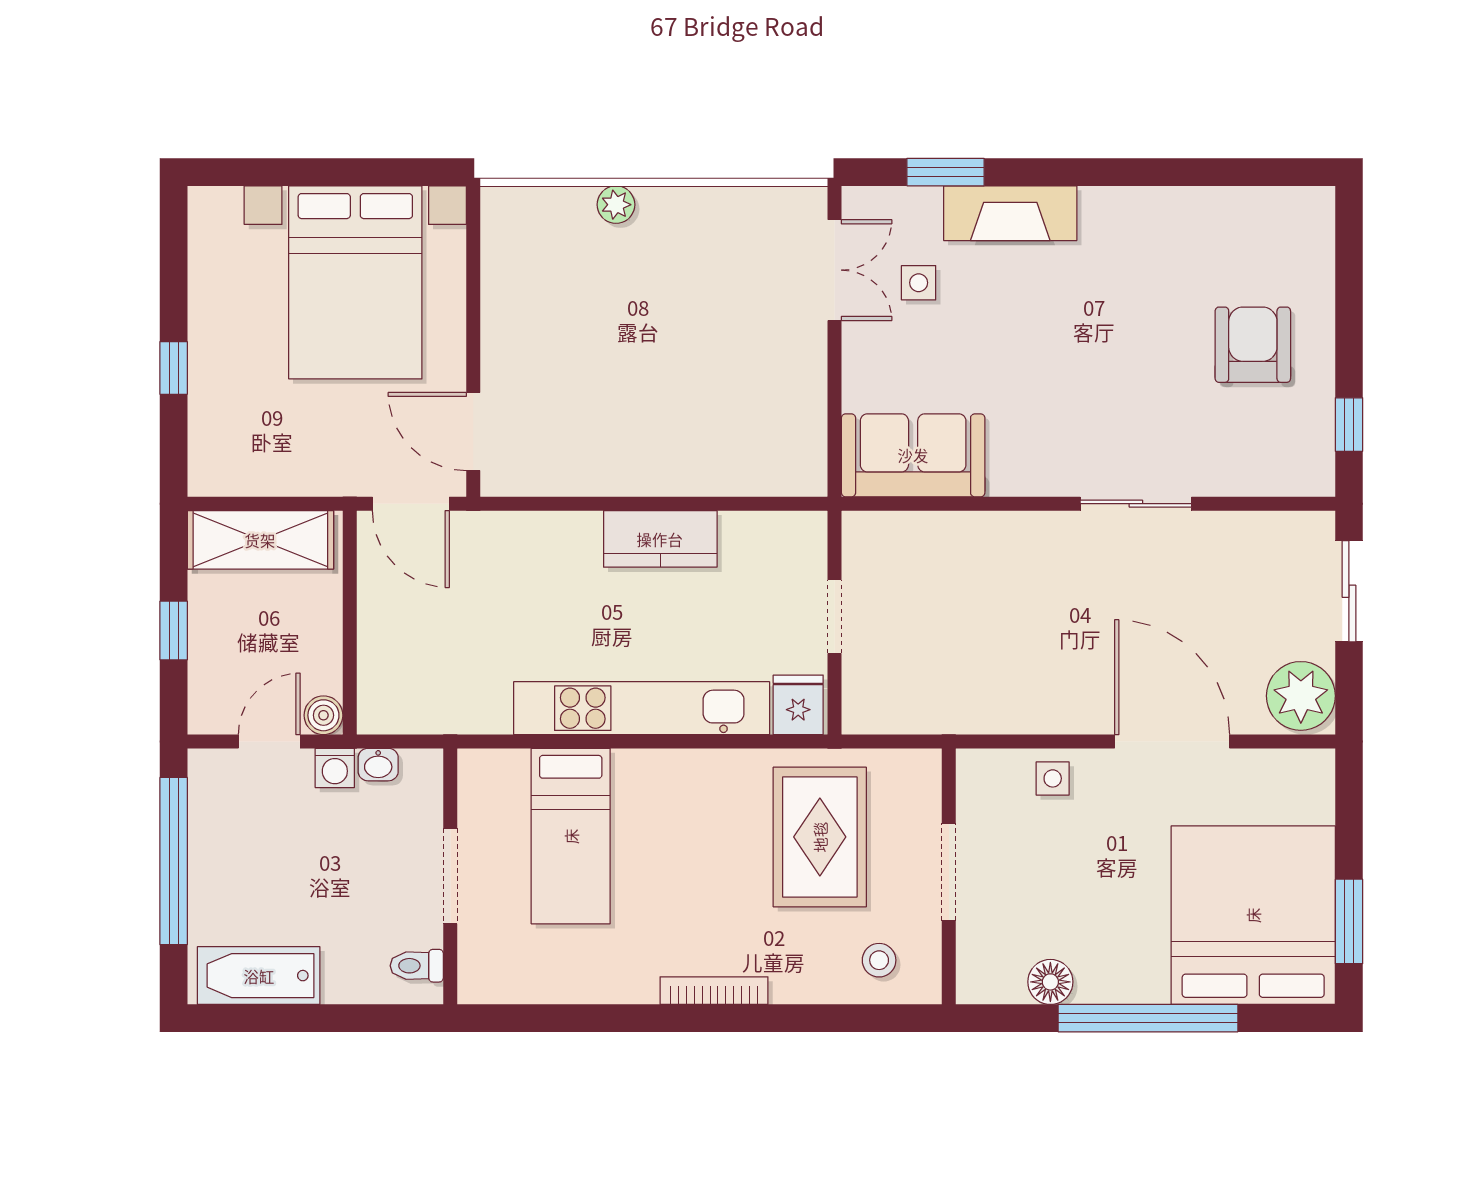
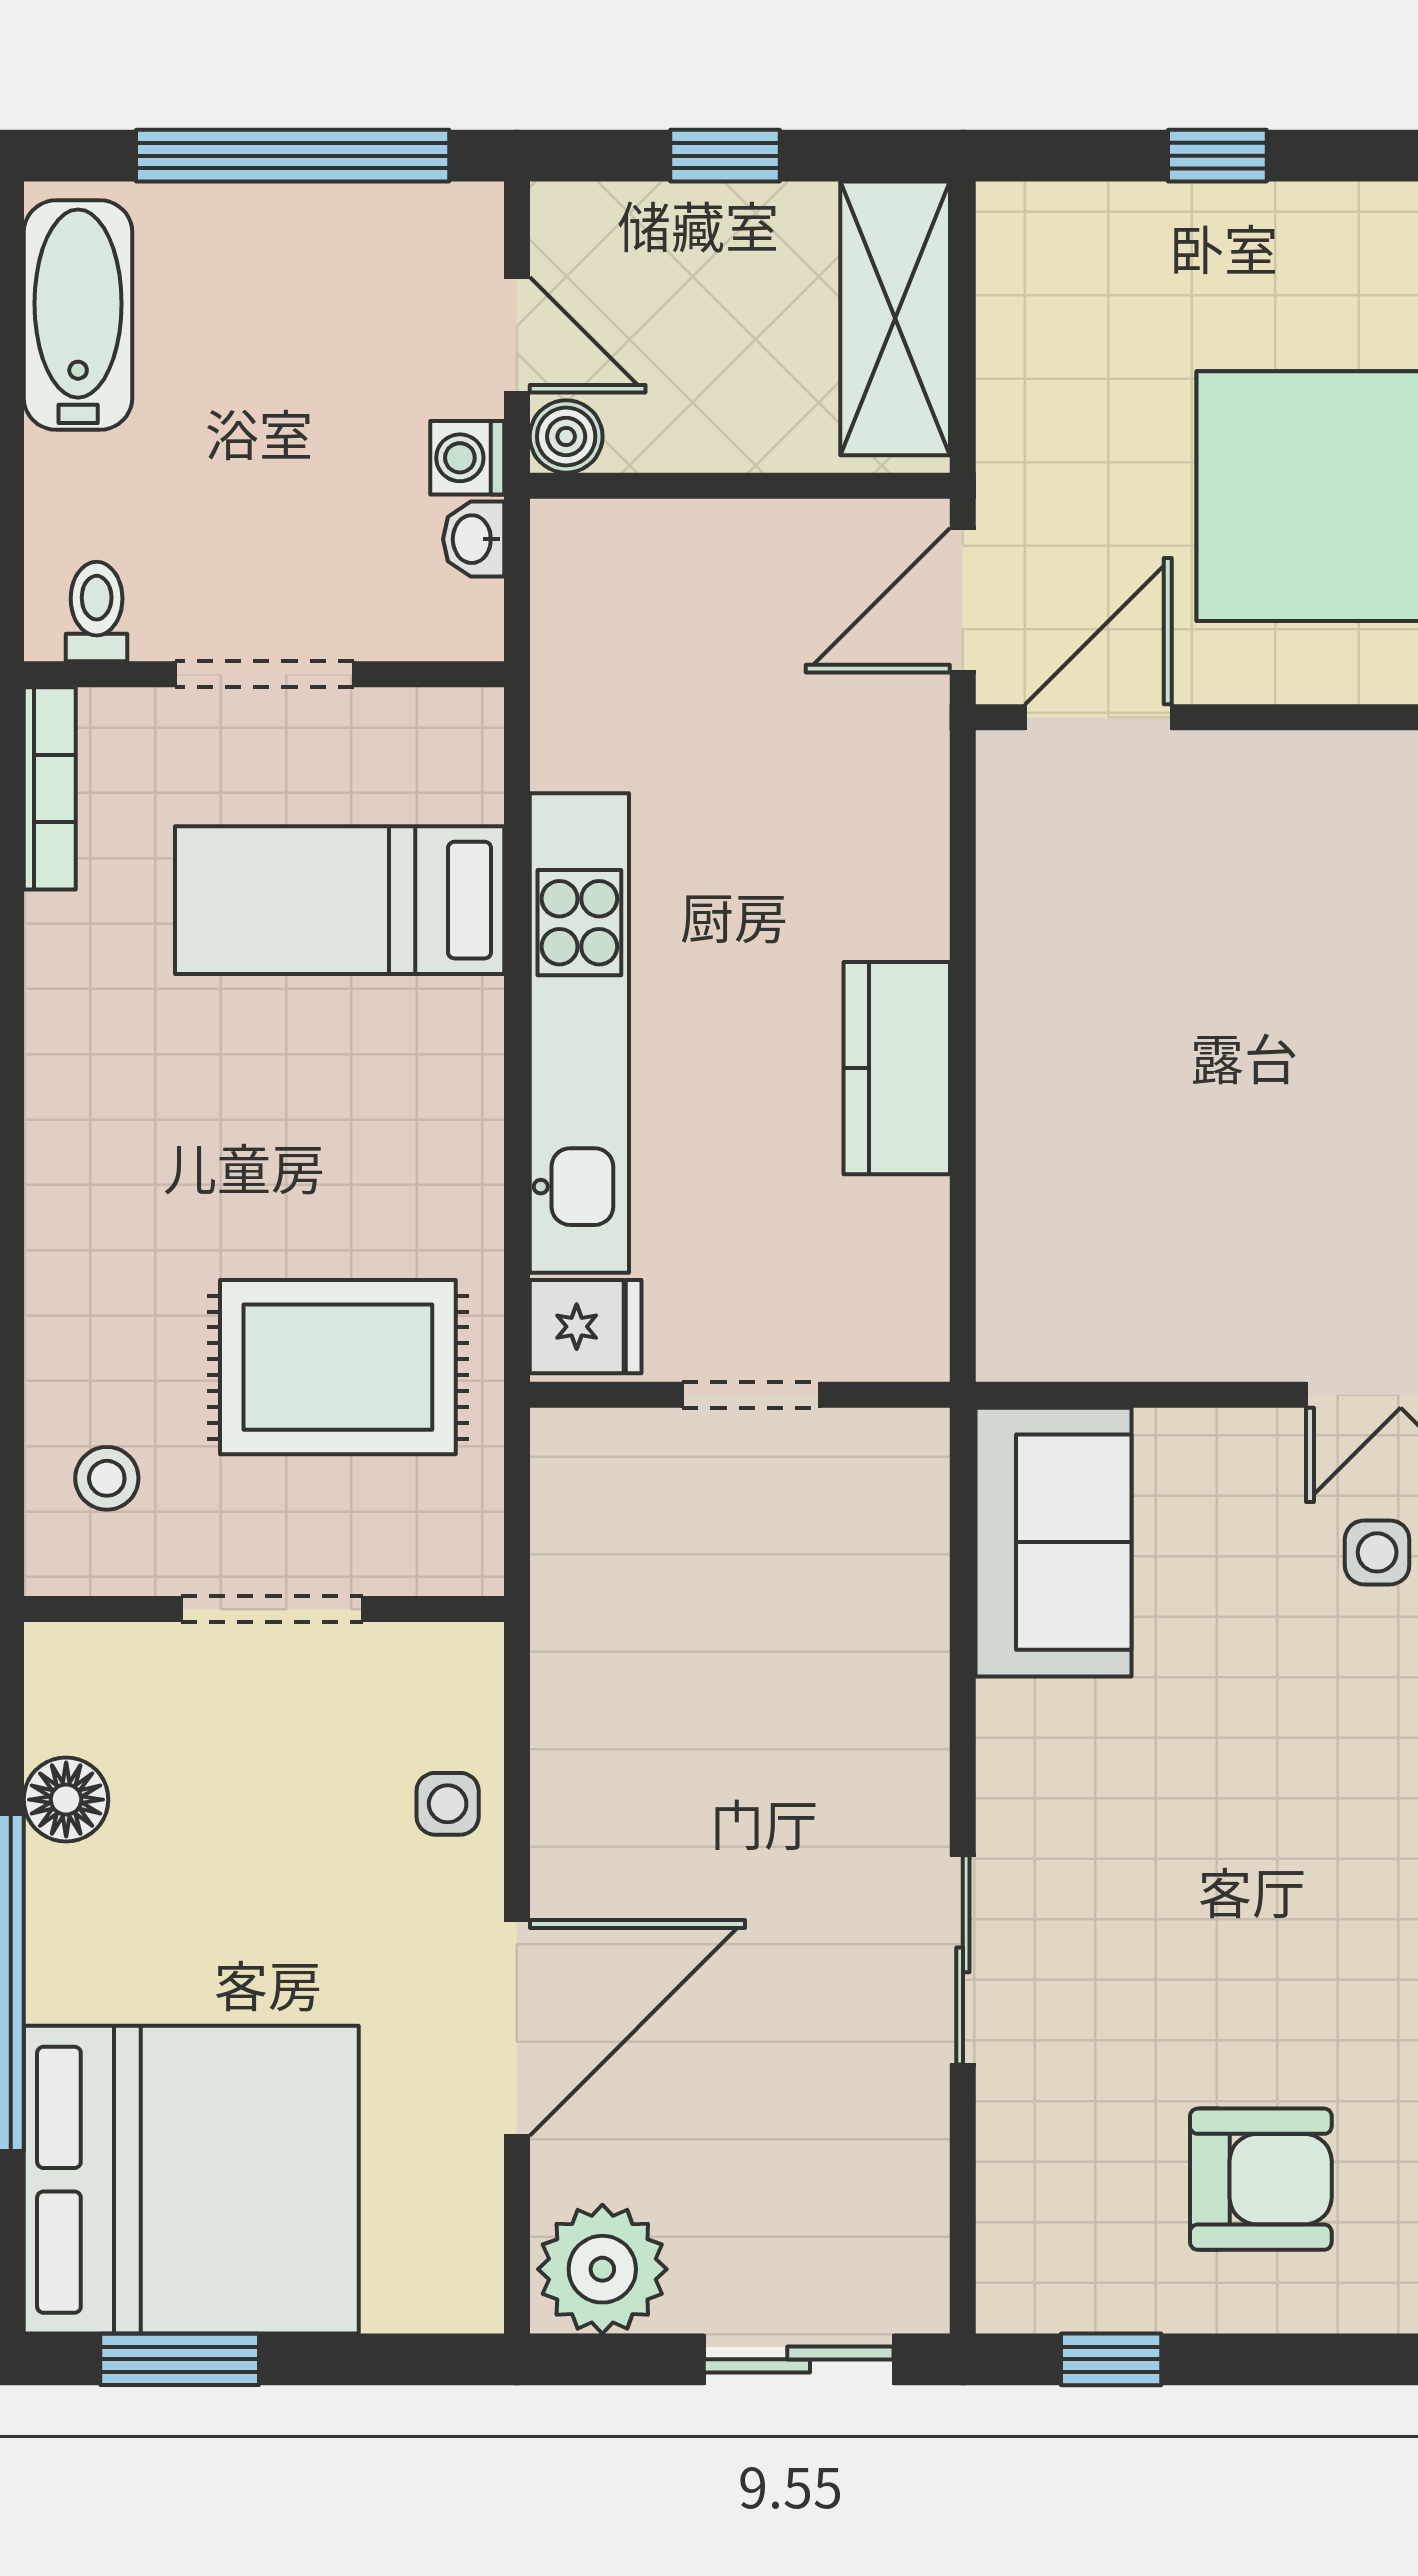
bookcase: (714, 991) -> (50, 788), moved

